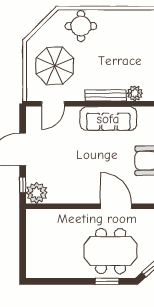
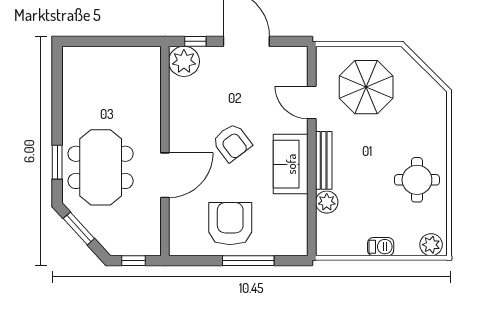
round table: (81, 26) -> (417, 180), moved
door: (53, 104) -> (312, 102), moved
sofa: (108, 119) -> (291, 164), width x0.73
armchair: (93, 159) -> (232, 142), added

